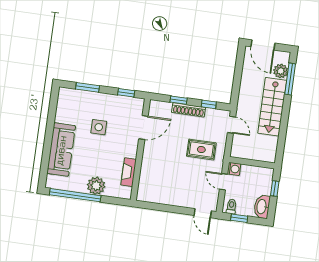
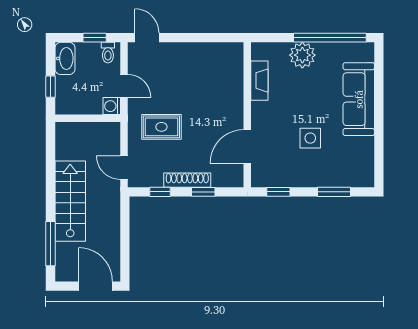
plant: (281, 71) -> (65, 253), removed

